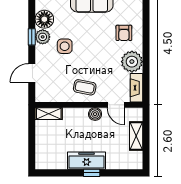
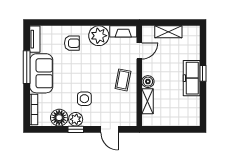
shelving: (49, 114) -> (148, 101), moved
boiler: (95, 114) -> (148, 82), moved

